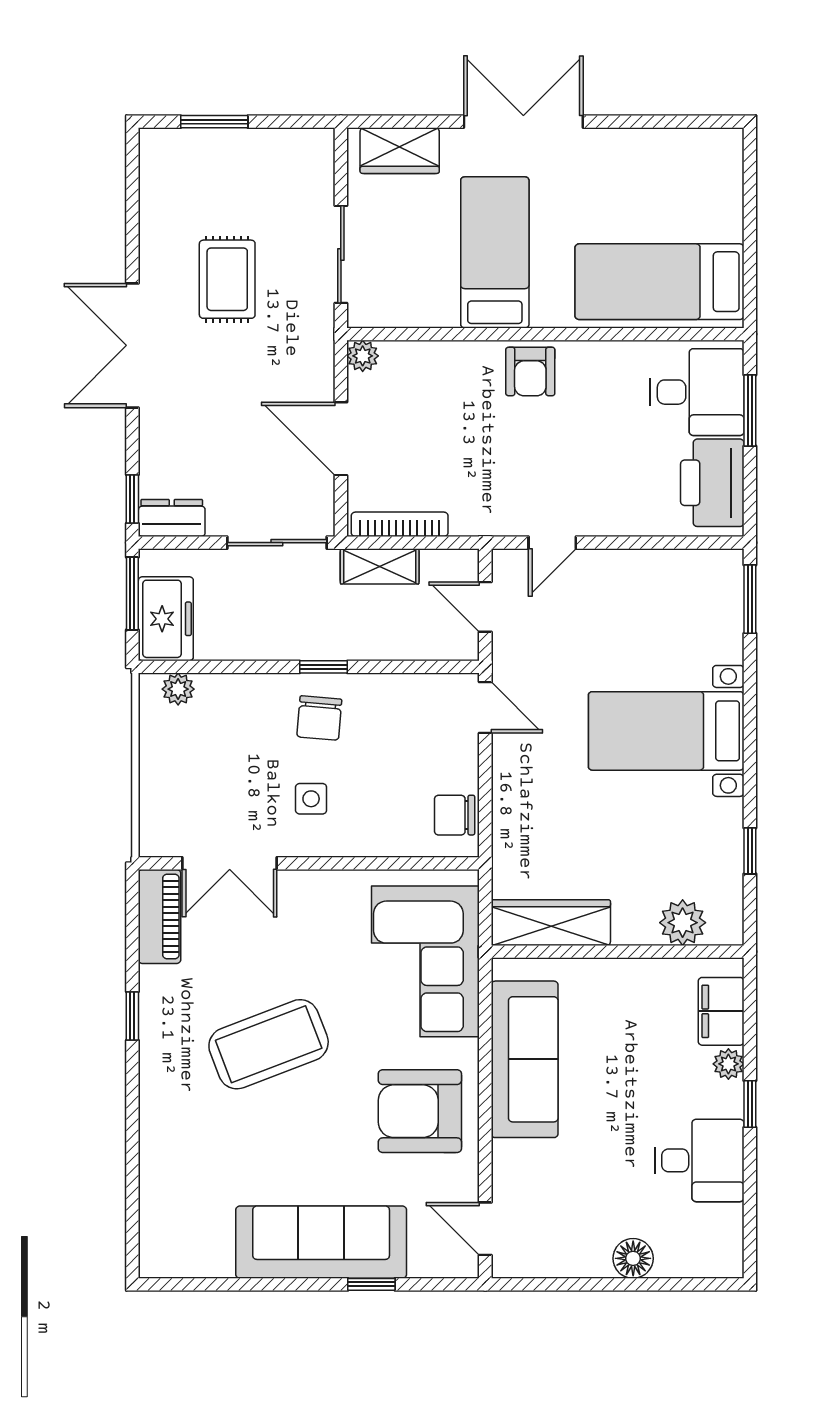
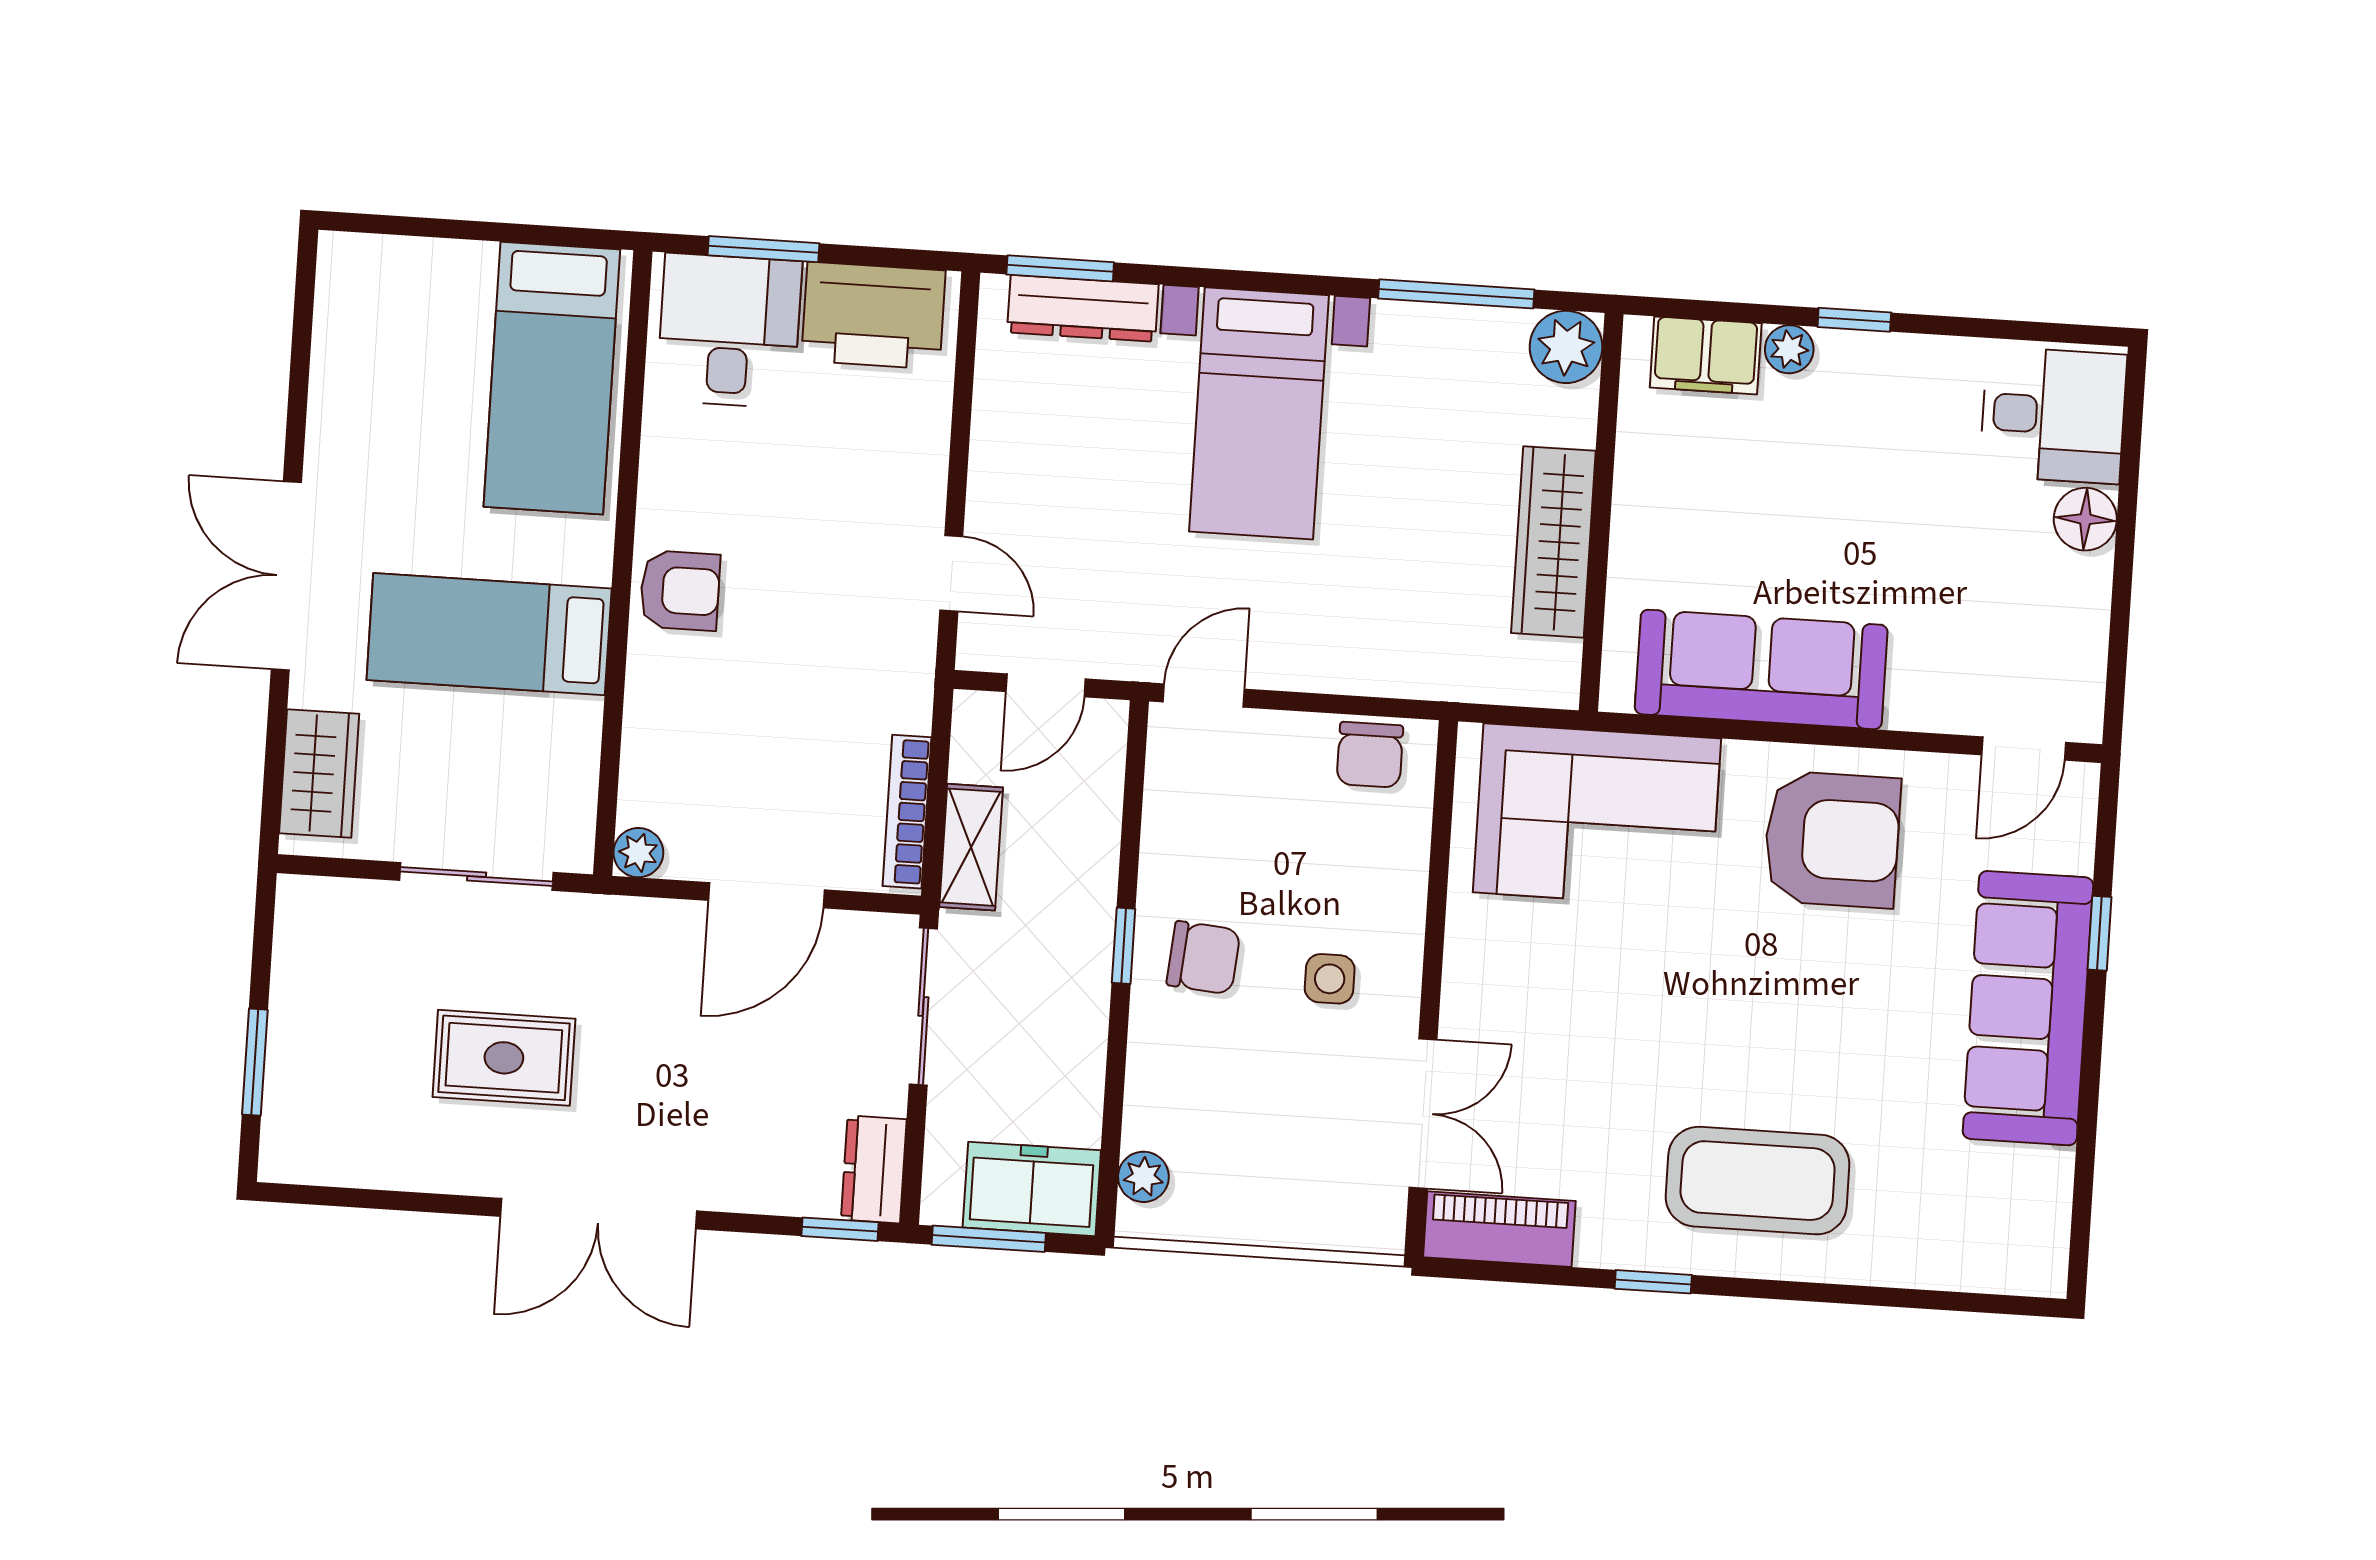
dresser: (725, 615) -> (1083, 308), added
window: (750, 851) -> (1456, 294), width x2.17
wardrobe: (551, 923) -> (1553, 542), moved
plant: (683, 923) -> (1566, 347), moved
coffee table: (269, 1044) -> (1758, 1181), moved, turned -69
armchair: (420, 1111) -> (1832, 839), turned -90
desk: (699, 1160) -> (2053, 415), moved, turned 90

